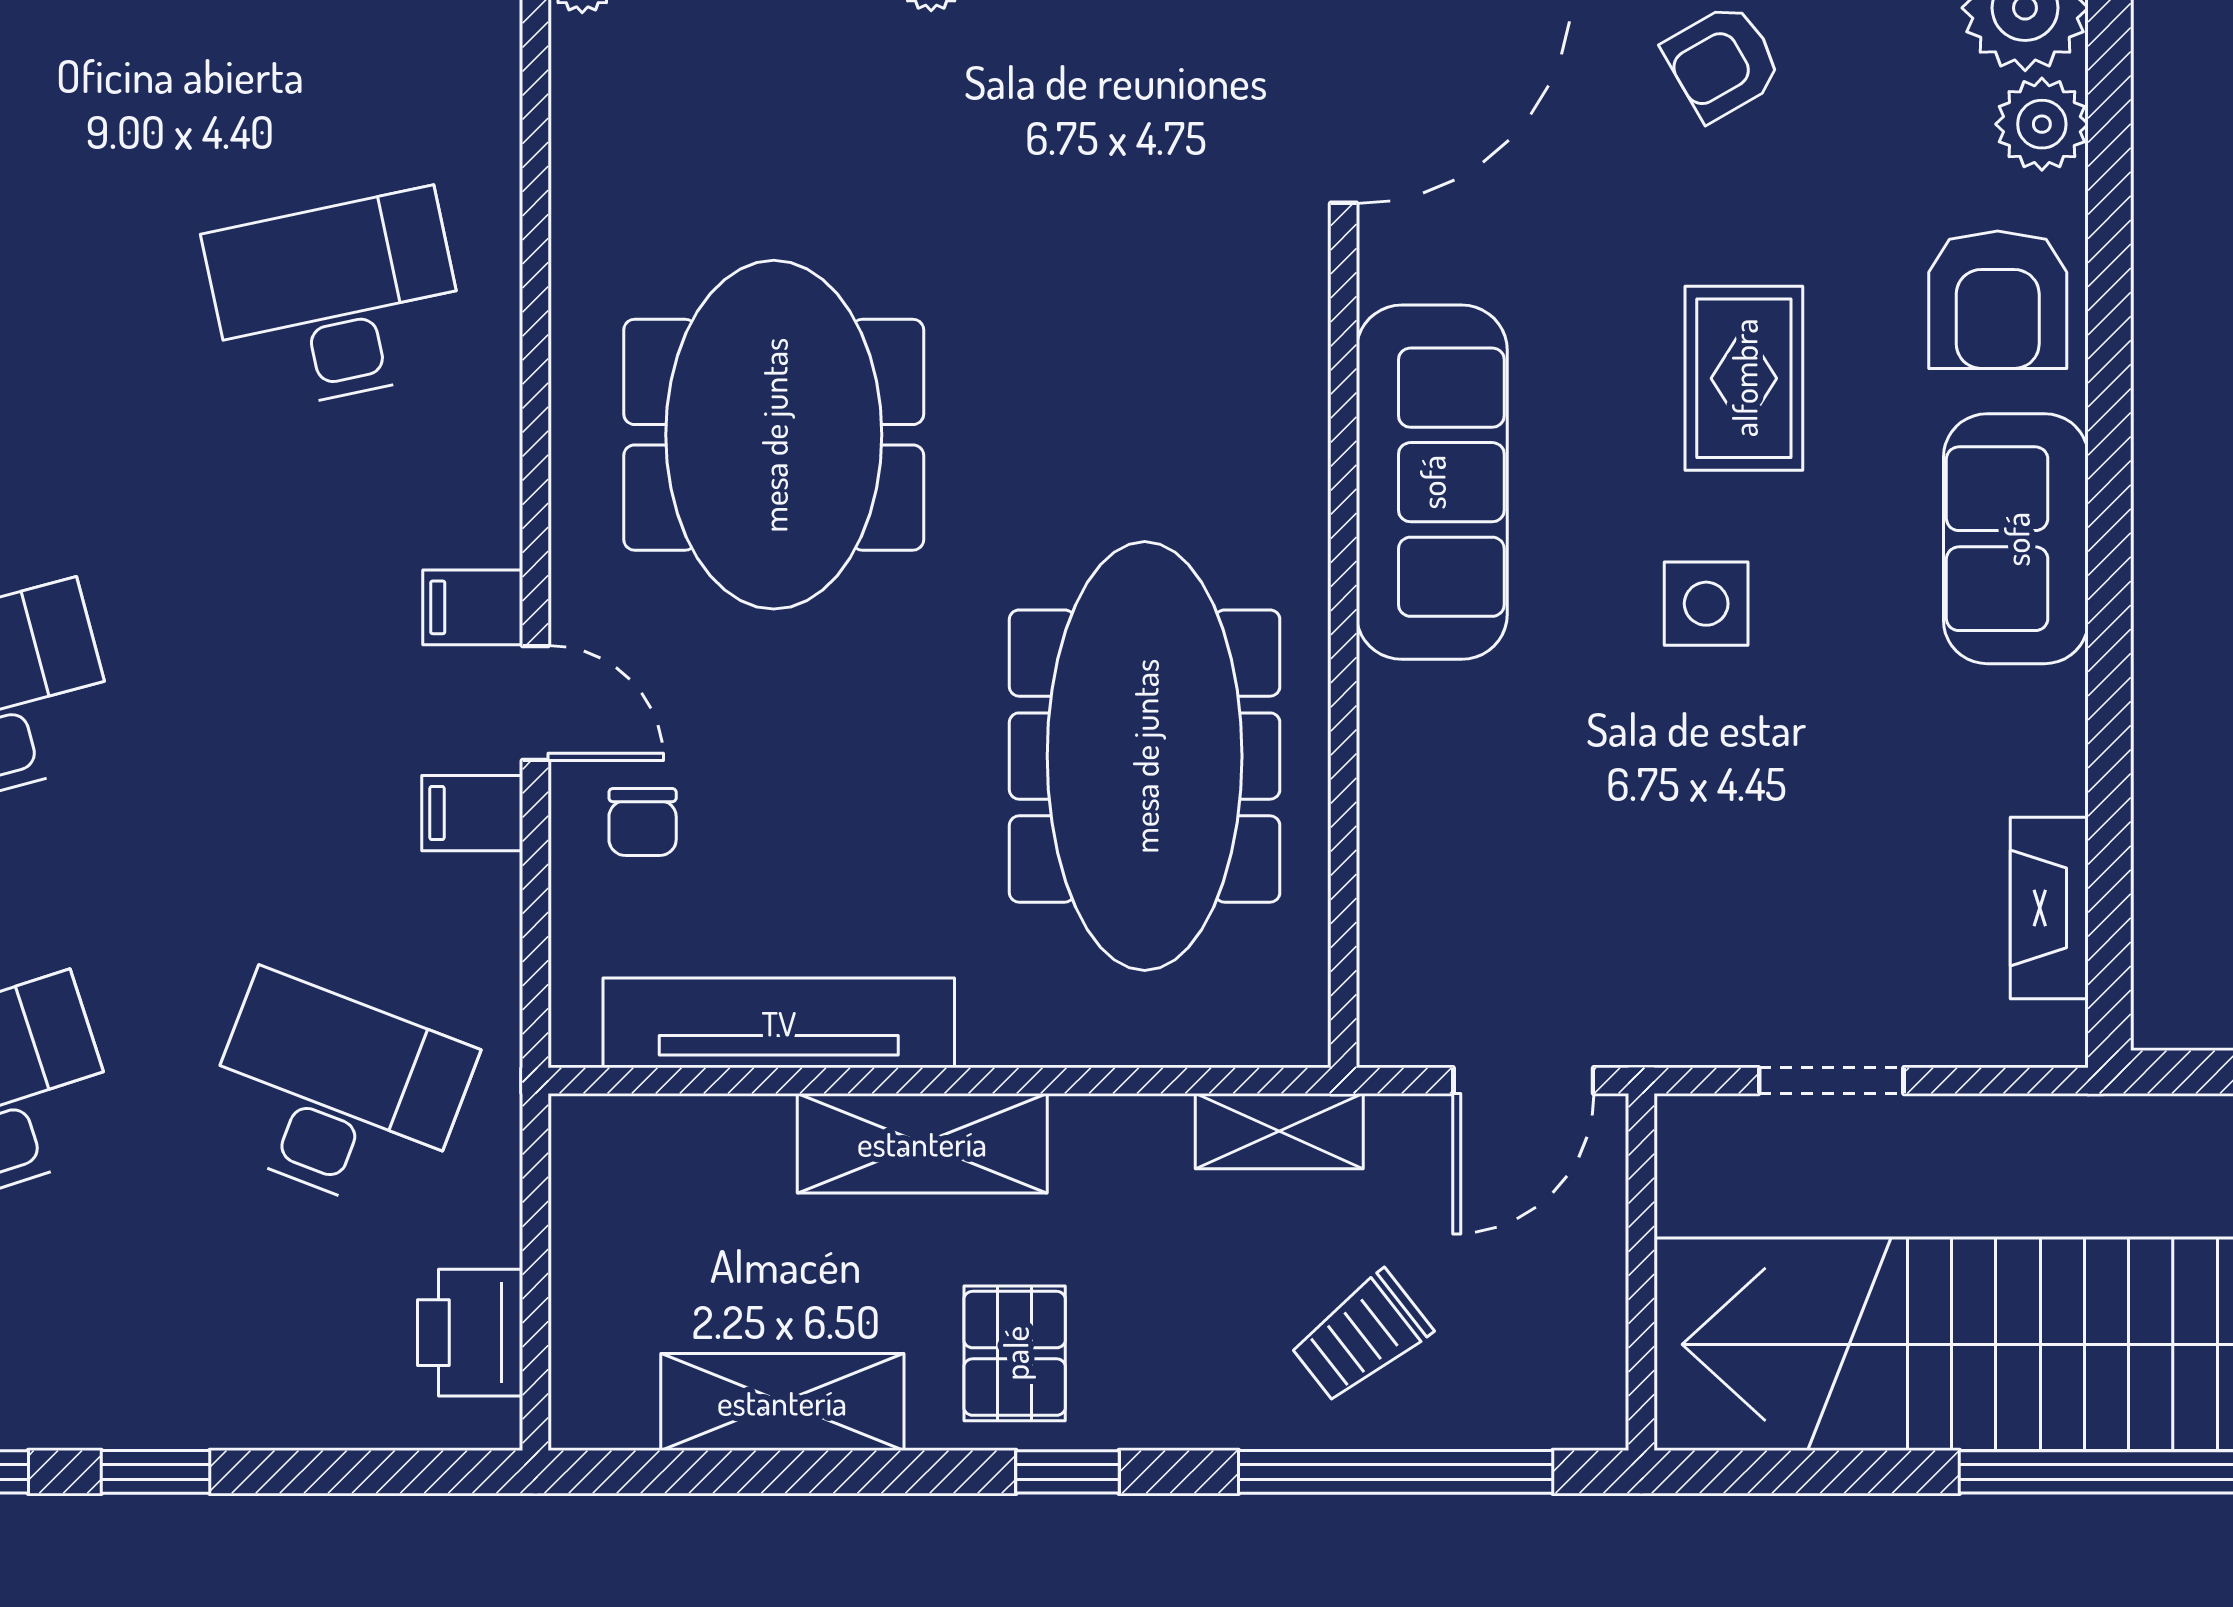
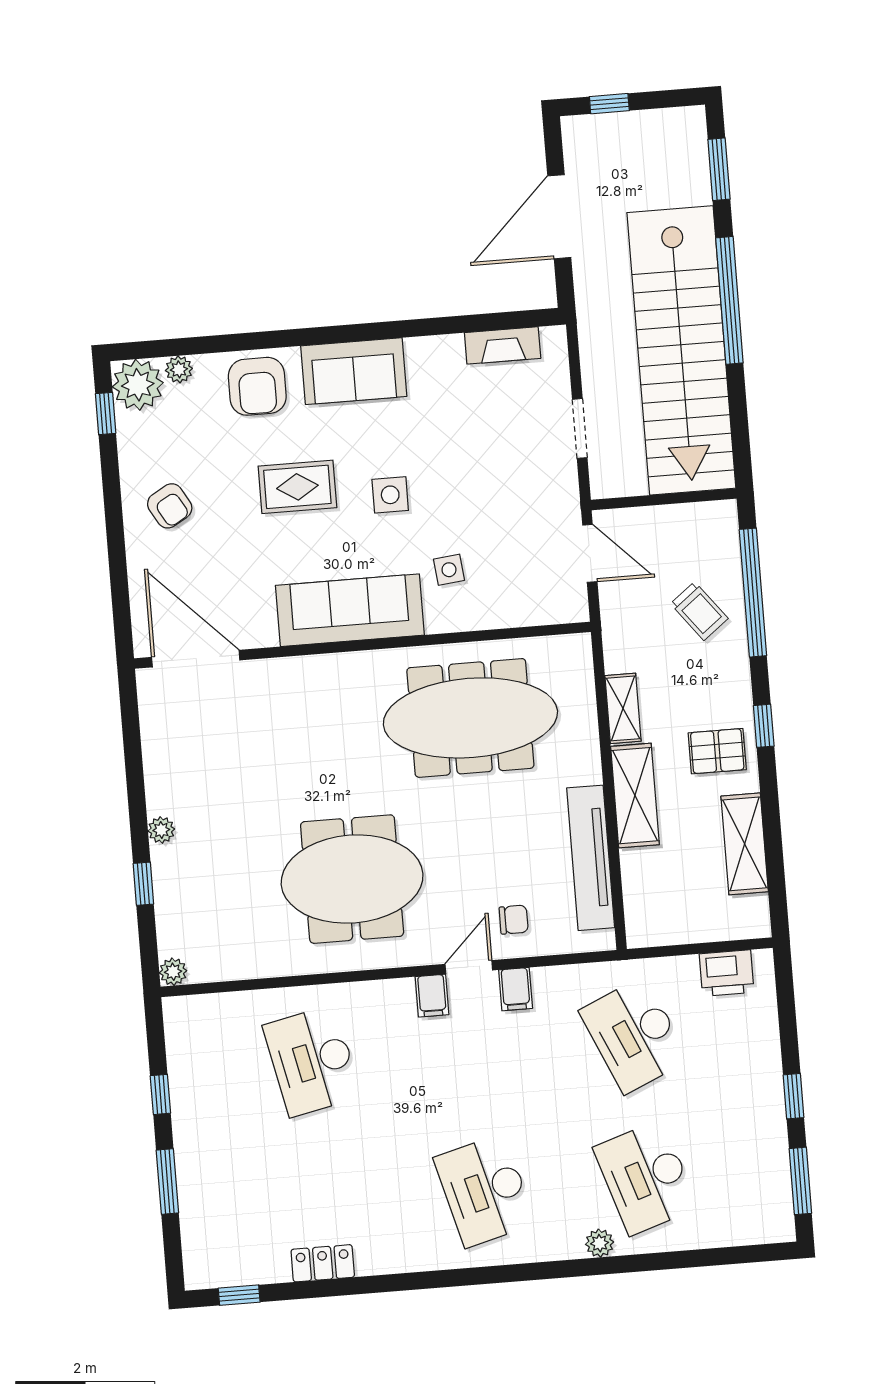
plant: (2042, 124) -> (179, 369), width x0.73, depth x0.73
armchair: (1998, 300) -> (257, 386), turned 90
side table: (1511, 733) -> (449, 570), added
desk: (336, 1094) -> (634, 1035), turned -45
shelving: (1279, 1131) -> (623, 708), moved

